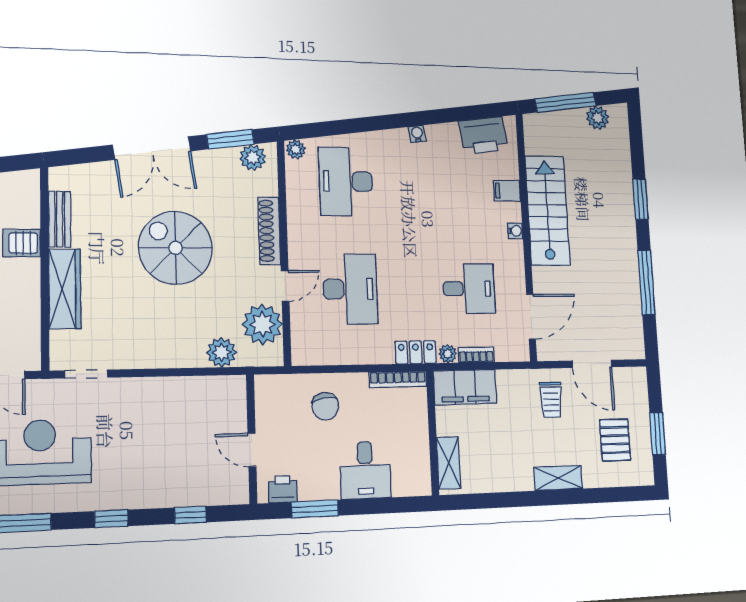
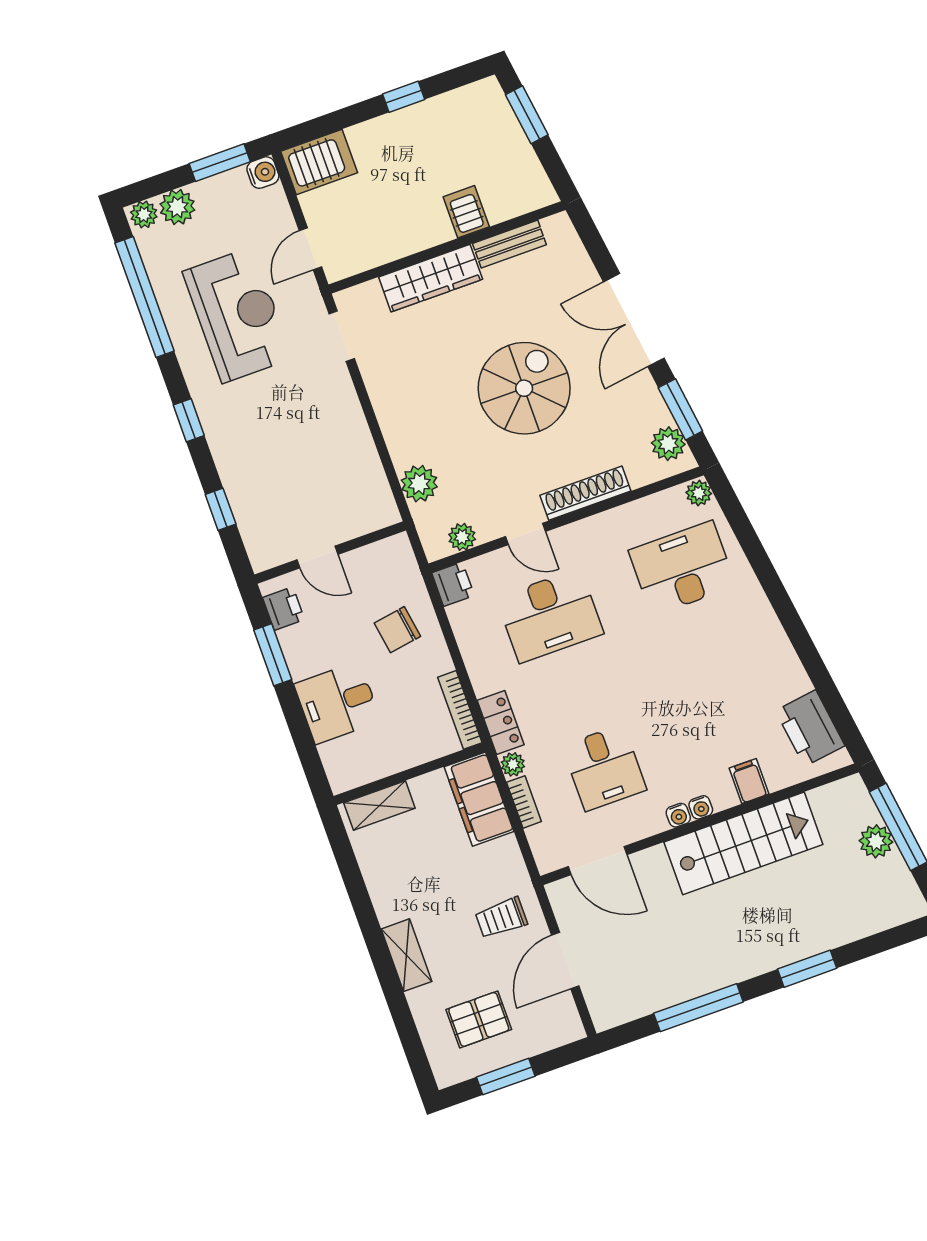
plant: (598, 118) -> (876, 841), moved
water cooler: (417, 134) -> (678, 815), moved, turned 98
plant: (262, 324) -> (462, 537), width x0.53, depth x0.53
printer: (305, 353) -> (453, 584), added
door: (252, 450) -> (317, 557), swing flipped

